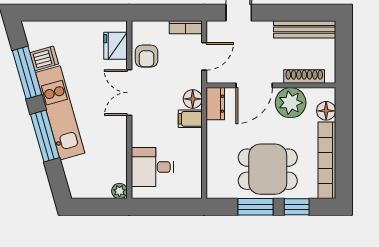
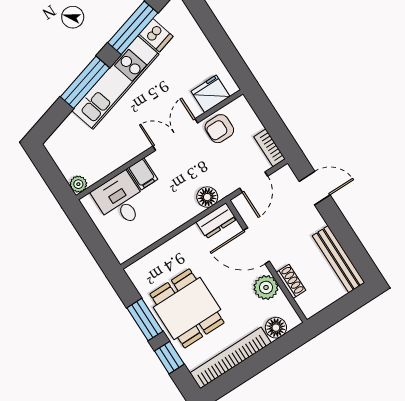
door: (204, 56) -> (254, 182), hinge flipped
shoe rack: (304, 77) -> (291, 281), width x0.70
plant: (291, 103) -> (266, 287), width x0.73, depth x0.73
filing cabinet: (190, 119) -> (142, 174), moved, turned 180

